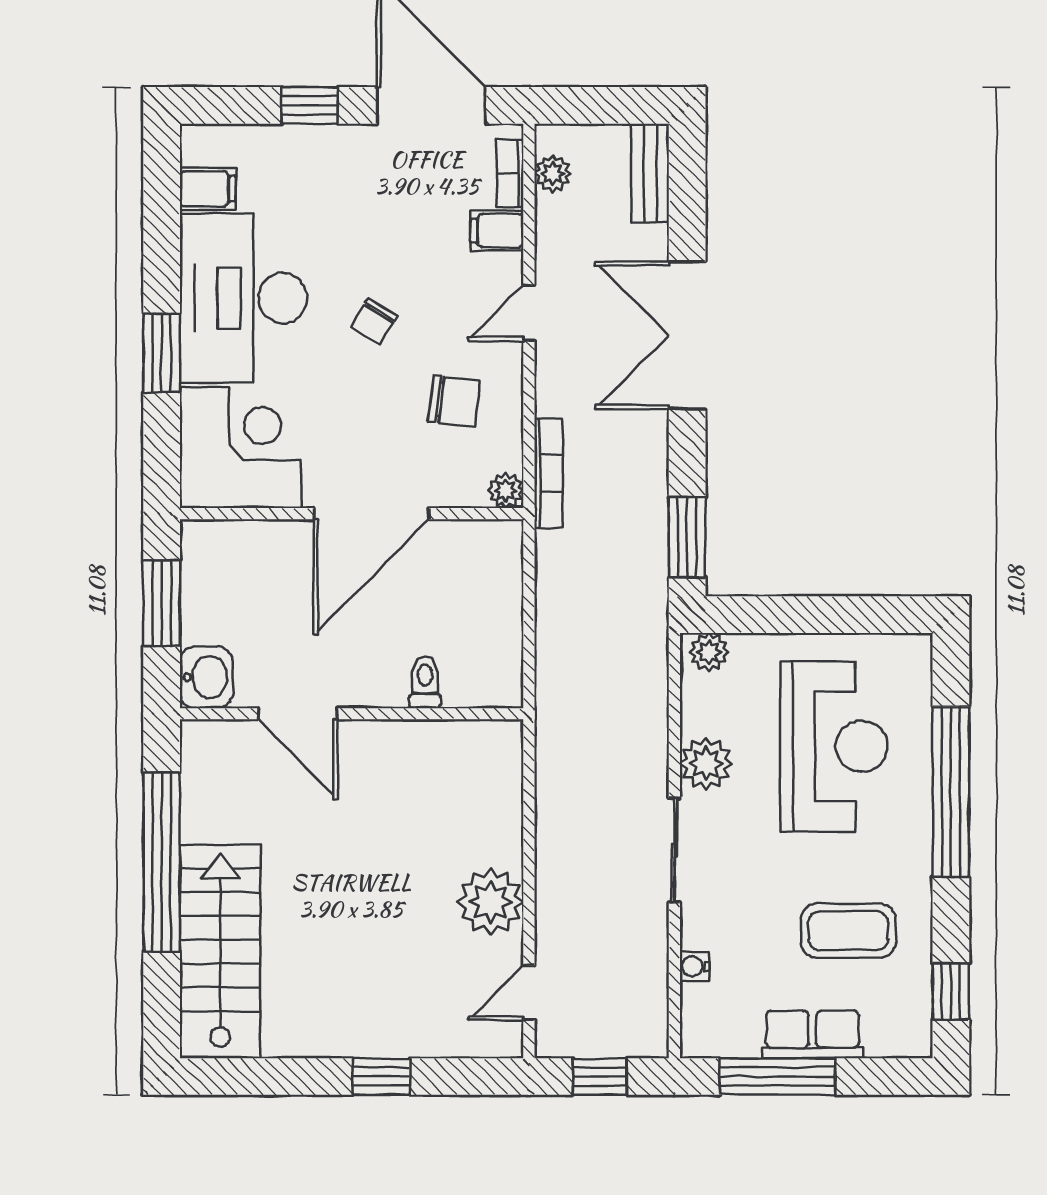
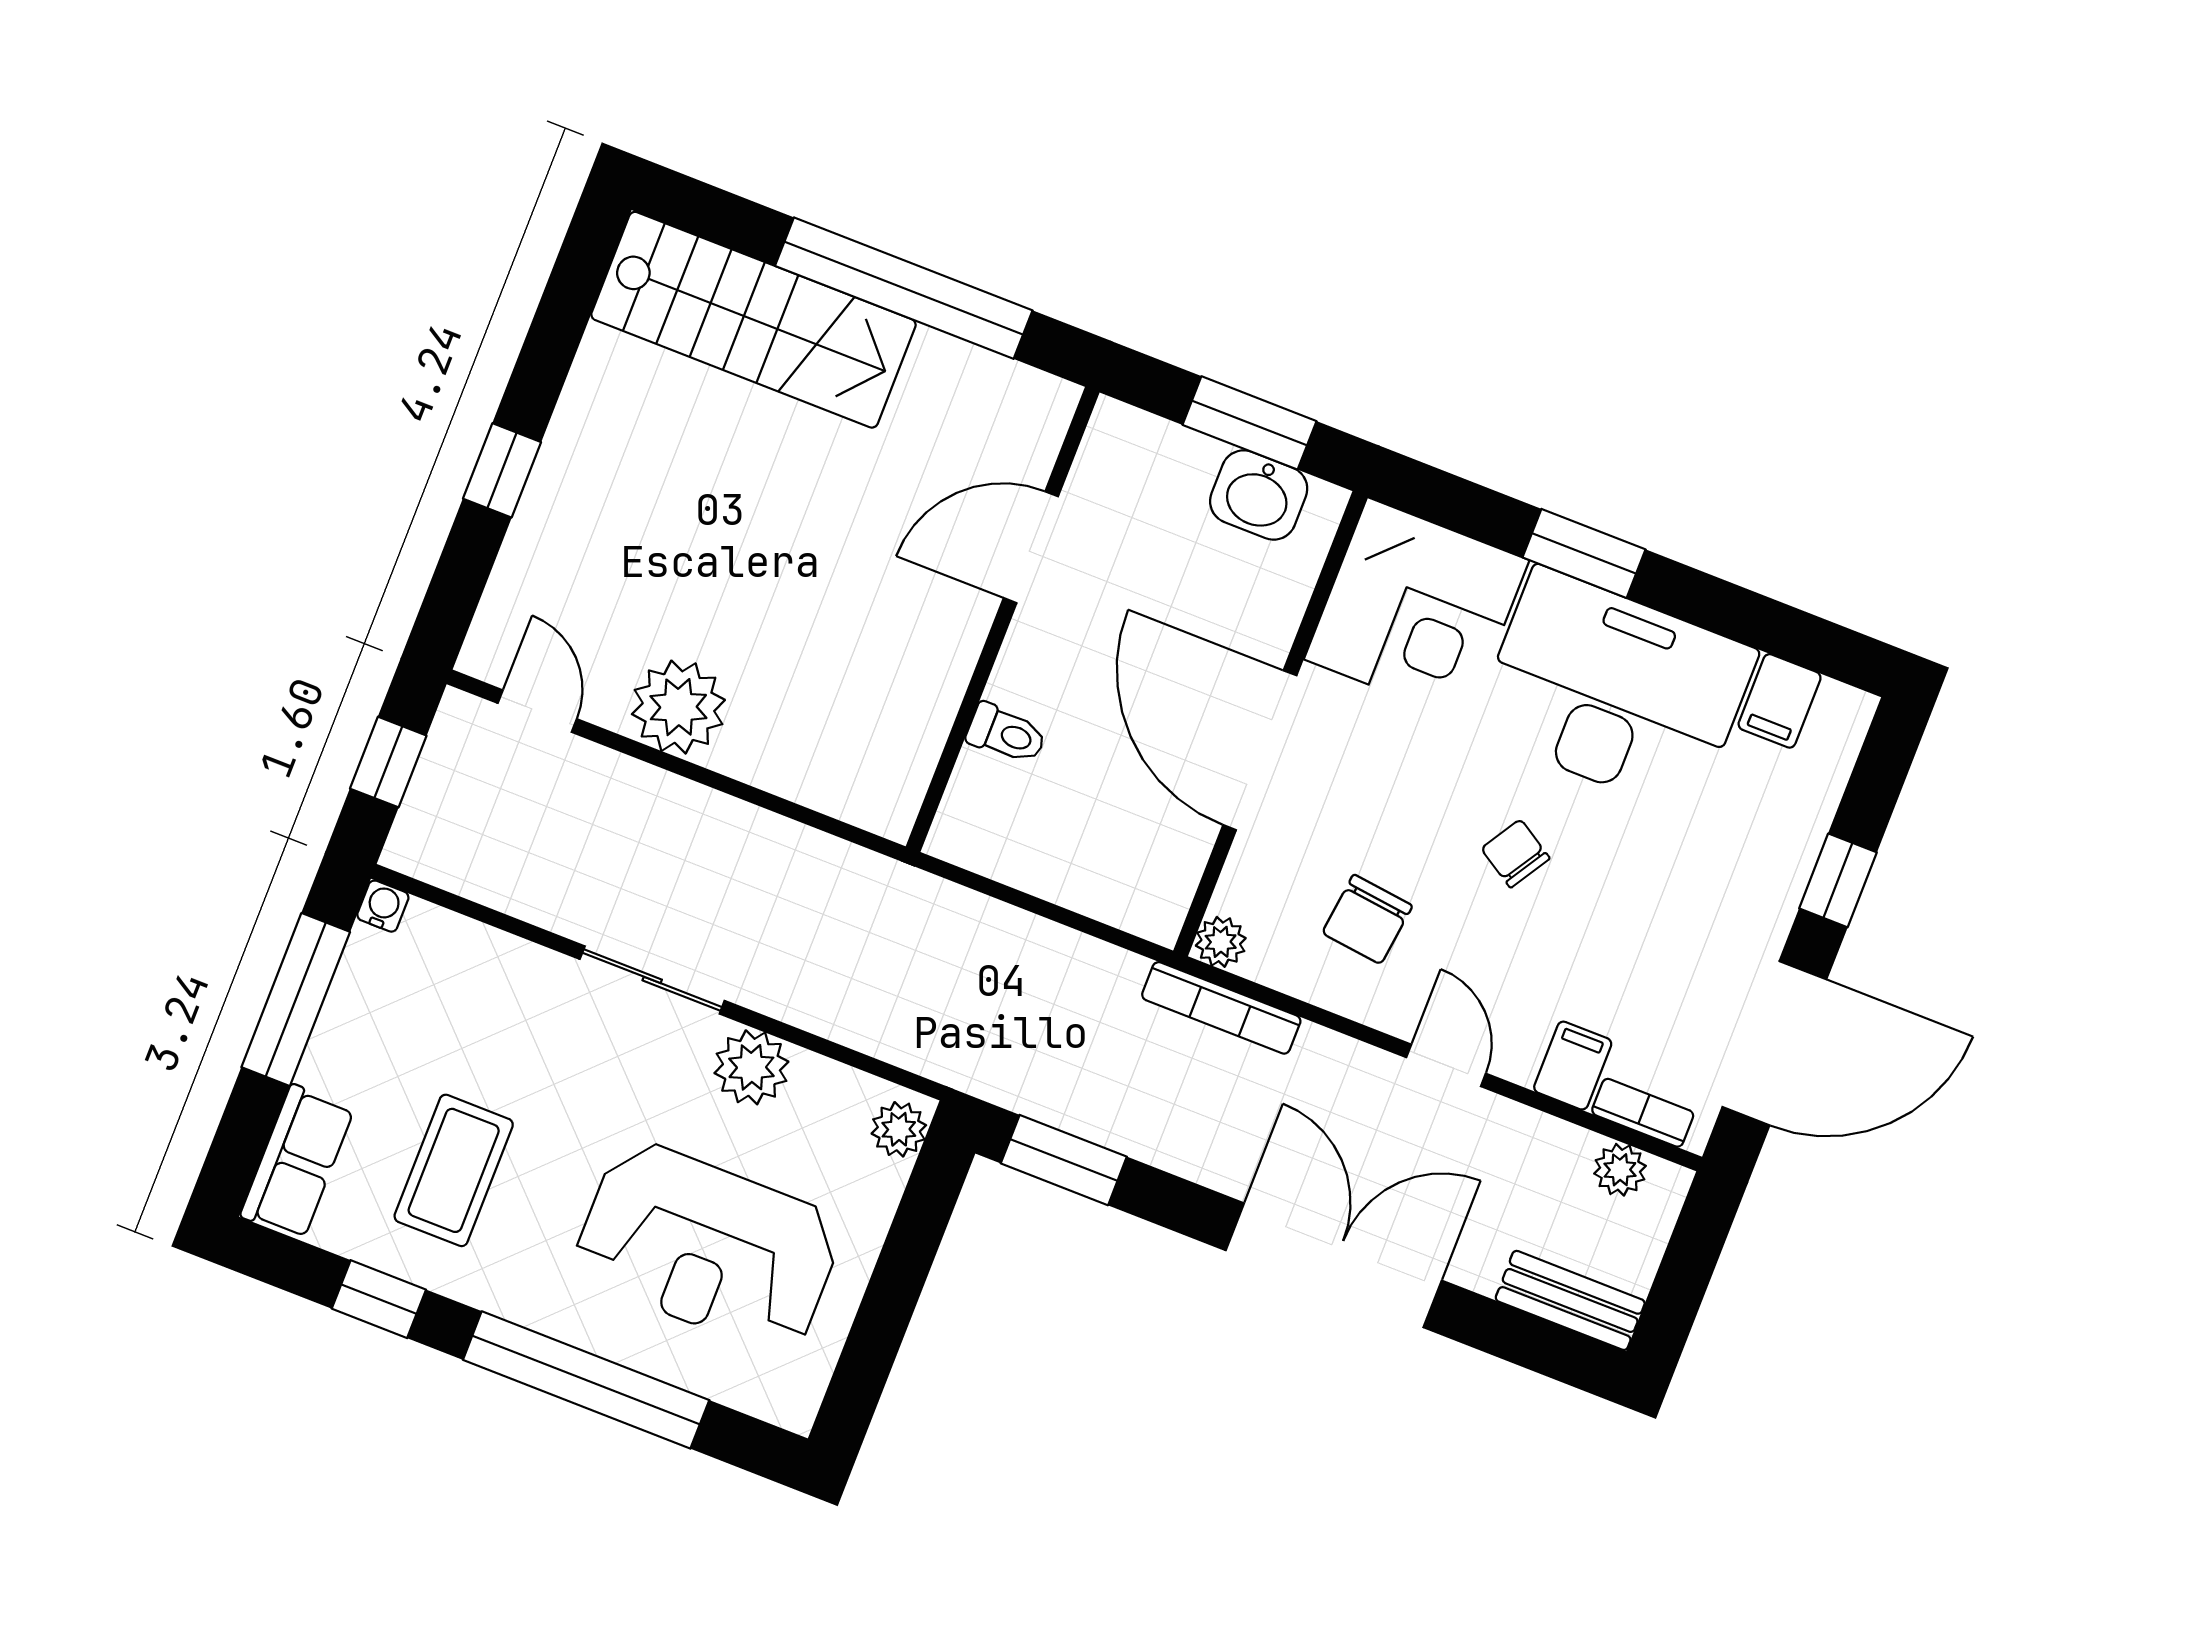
washbasin: (206, 677) -> (1259, 495), moved
water cooler: (695, 966) -> (383, 906), moved
window: (951, 991) -> (379, 1299), moved
row of seats: (812, 1034) -> (297, 1162), moved

